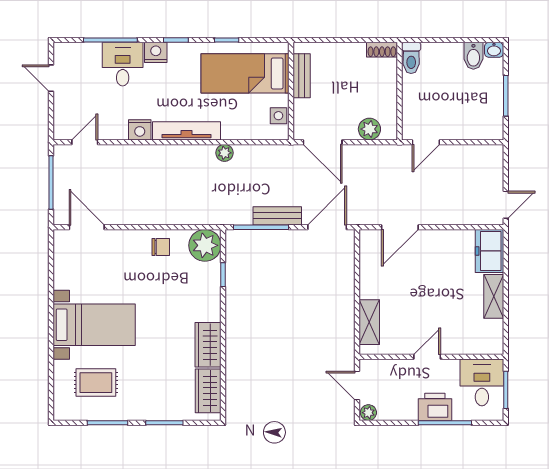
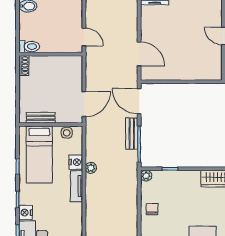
plant: (369, 129) -> (75, 74), removed
nightstand: (140, 130) -> (76, 162), moved
tv unit: (187, 131) -> (77, 186), width x0.71
plant: (205, 245) -> (146, 176), width x0.53, depth x0.53
shelving: (369, 322) -> (201, 74), removed

